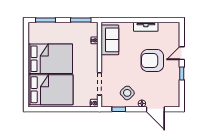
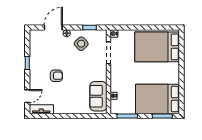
tv unit: (146, 27) -> (41, 109), moved
door: (182, 53) -> (27, 96), moved
bed: (50, 59) -> (157, 99), moved
armchair: (152, 61) -> (56, 76), width x0.53, depth x0.53
door: (155, 109) -> (53, 28), hinge flipped

